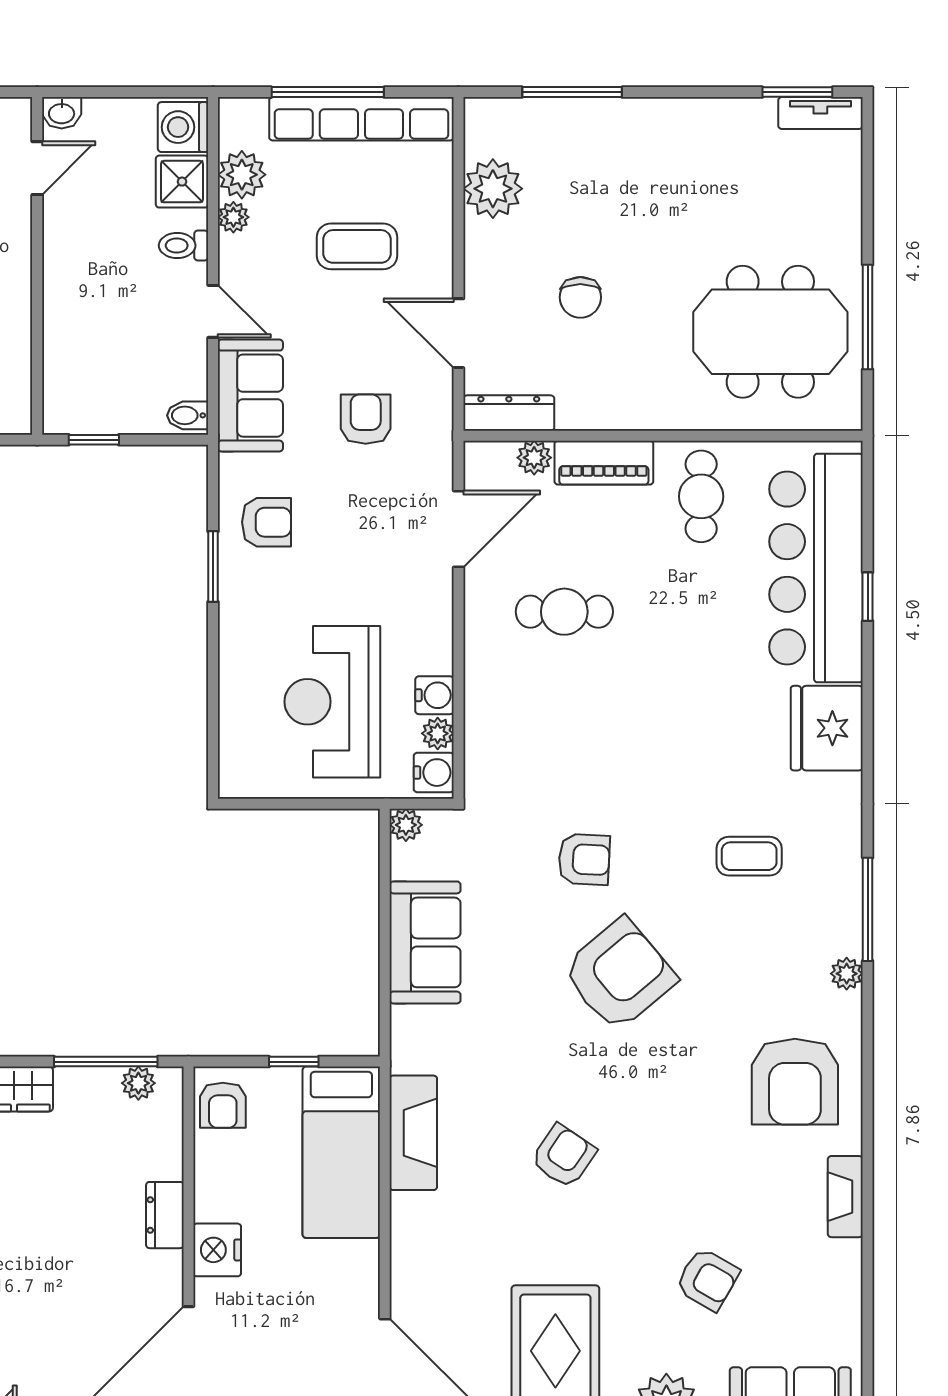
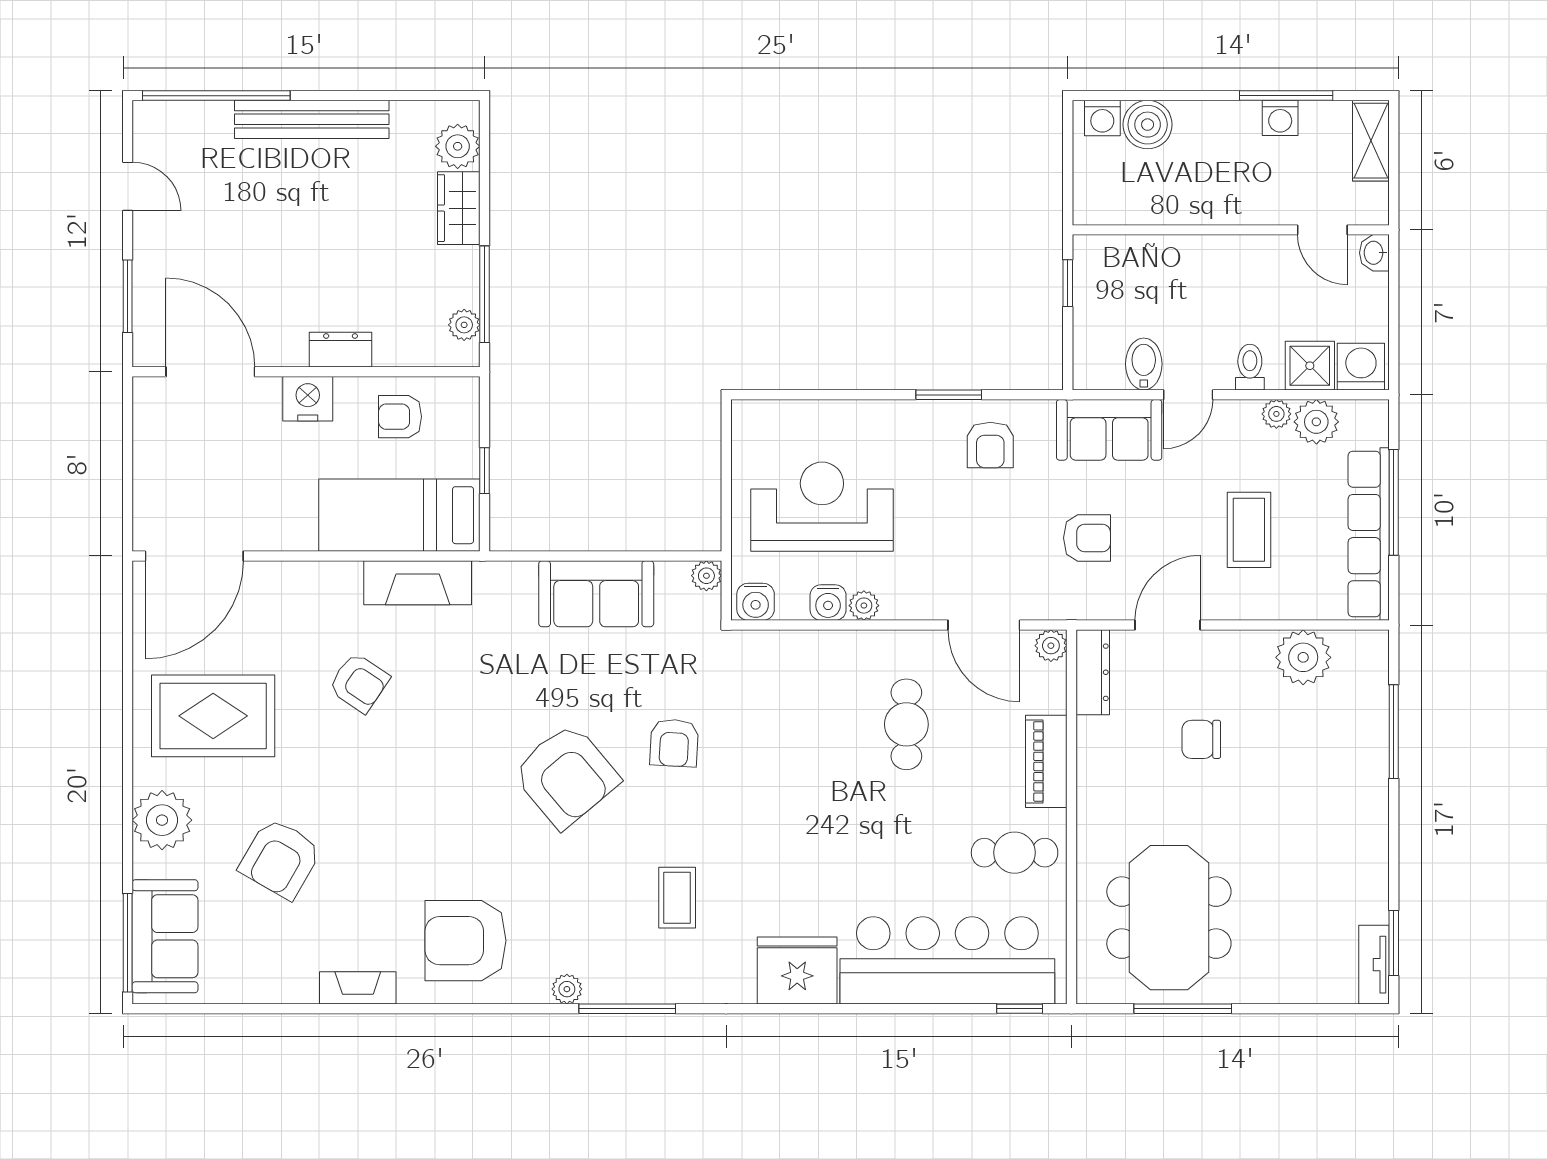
bidet: (188, 415) -> (1144, 364), moved, width x1.38, depth x1.36
plant: (534, 458) -> (1051, 646), moved
window: (868, 597) -> (1020, 1009), moved
plant: (438, 733) -> (864, 606), moved
armchair: (223, 1105) -> (400, 417), moved
armchair: (564, 1156) -> (359, 683), moved
armchair: (707, 1279) -> (280, 859), width x1.38, depth x1.38

